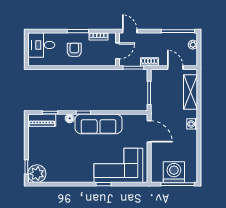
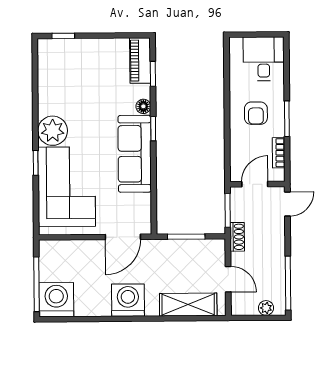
armchair: (74, 50) -> (256, 113), turned 90
door: (118, 51) -> (255, 184), swing flipped
door: (175, 68) -> (228, 279), hinge flipped
washing machine: (192, 124) -> (128, 300), width x1.89, depth x1.89
washing machine: (174, 172) -> (56, 300), moved, turned -90
plant: (37, 174) -> (53, 131), moved

